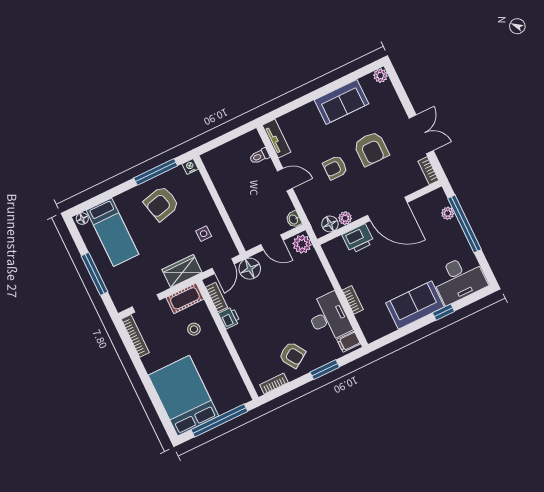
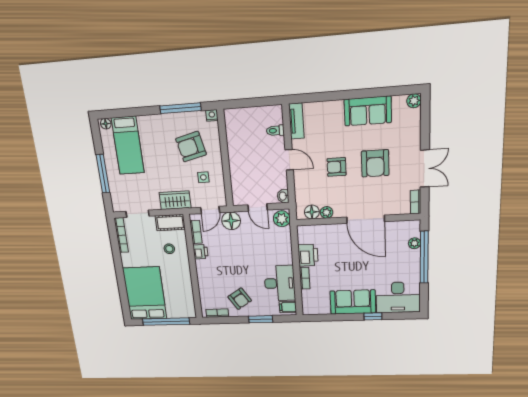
armchair: (161, 203) -> (191, 147), moved
printer: (358, 239) -> (308, 255), moved, turned -90

